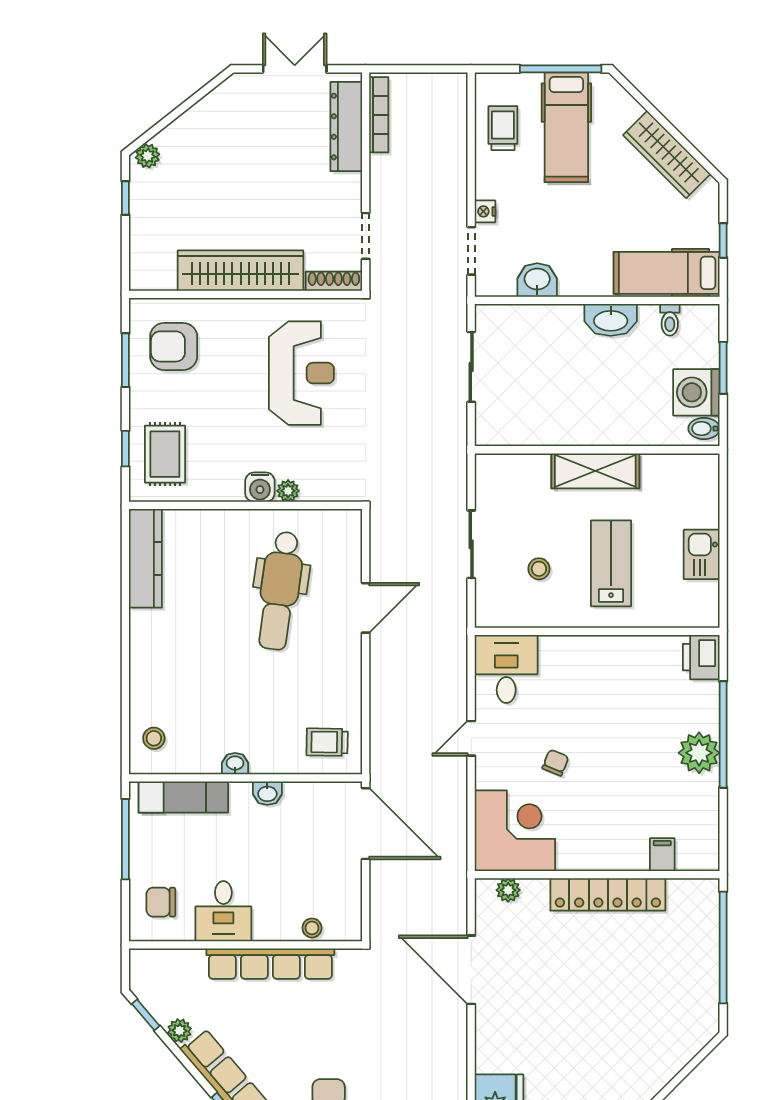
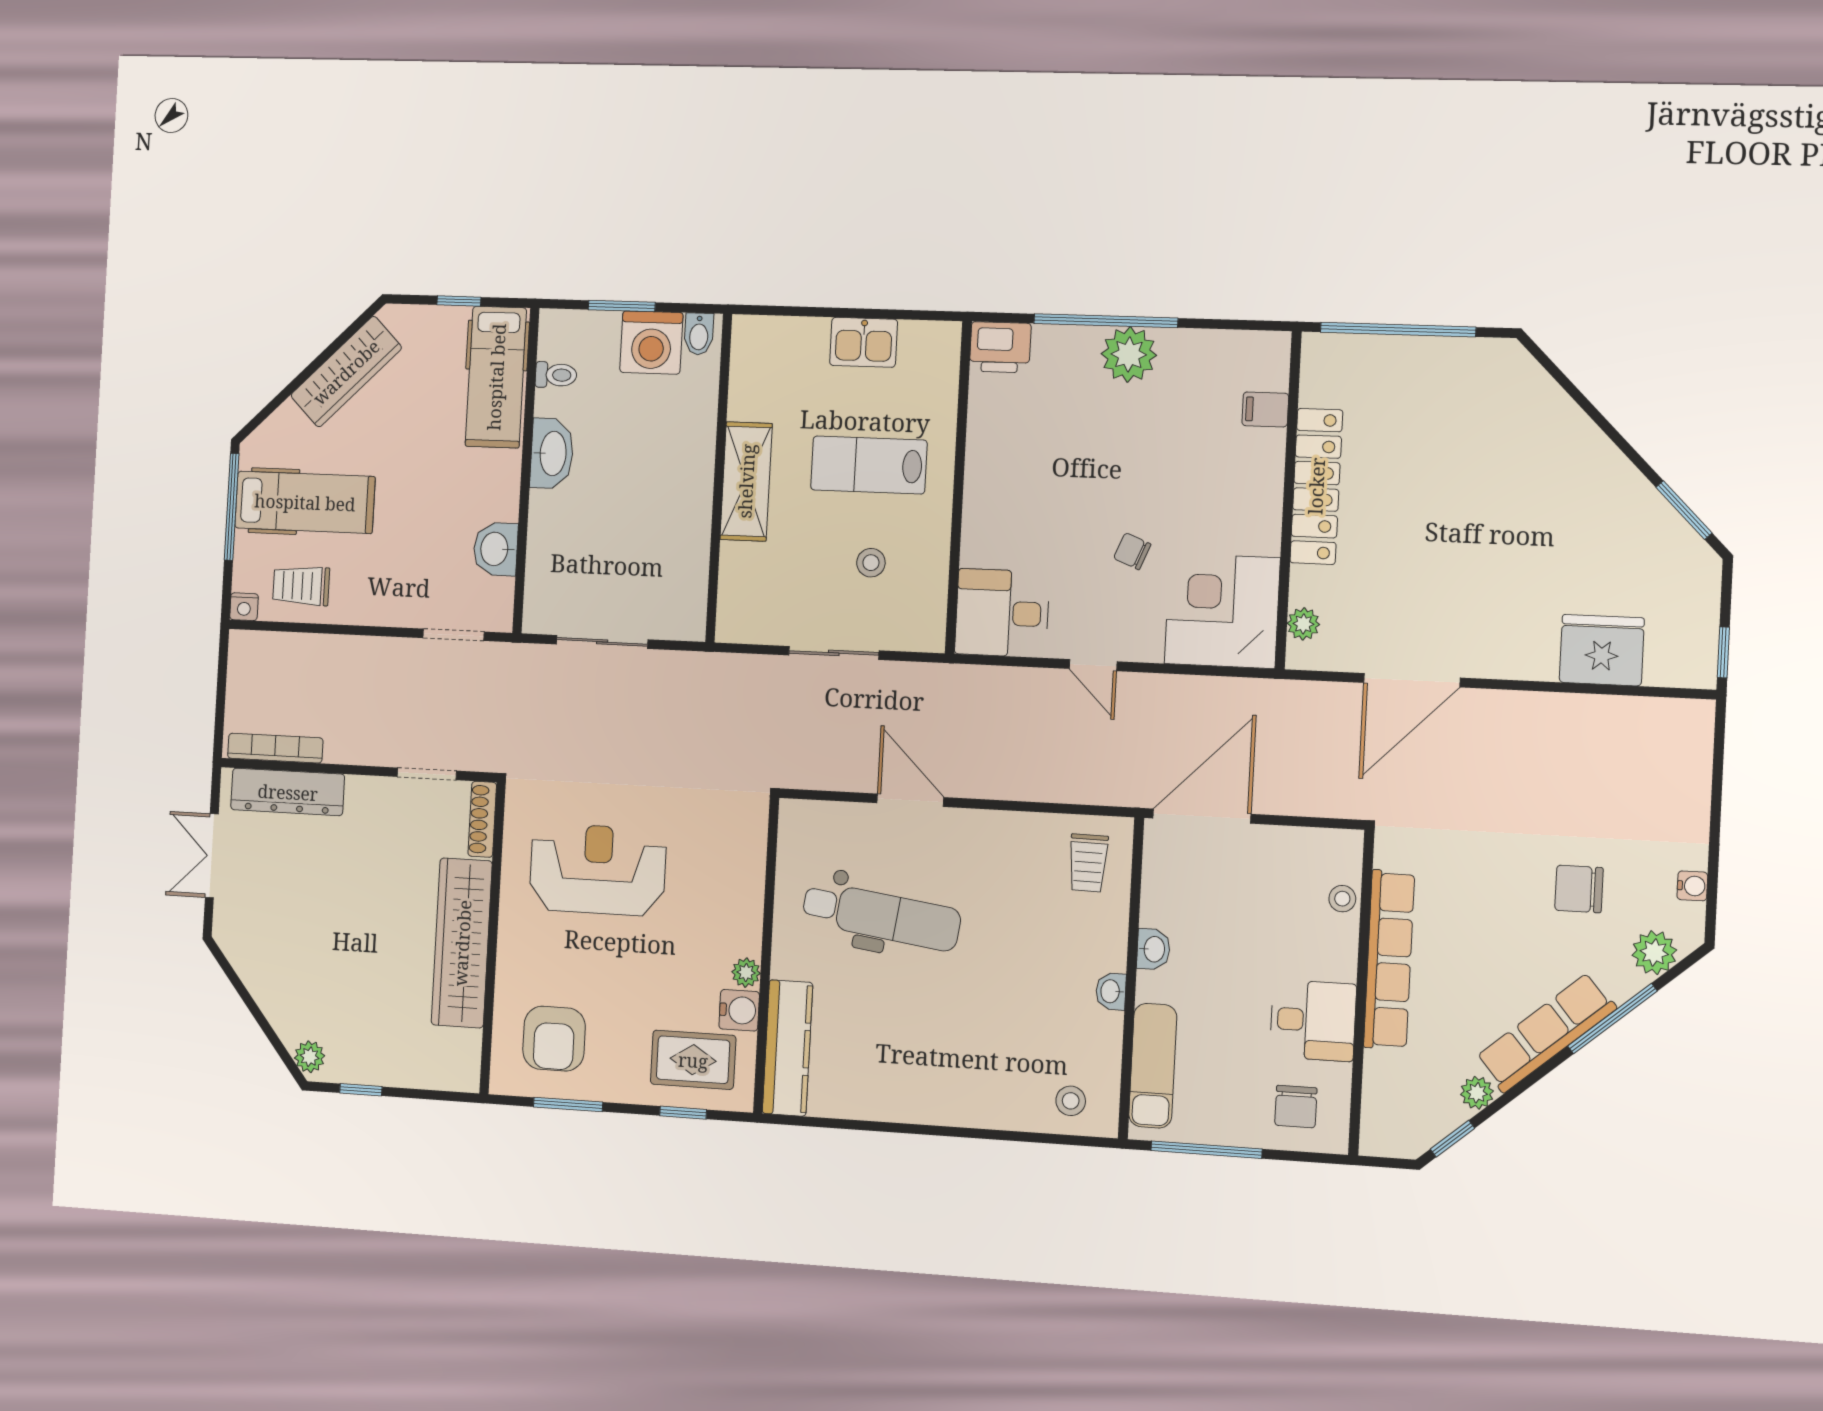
nightstand: (485, 211) -> (244, 607), moved
water cooler: (260, 487) -> (739, 1010), moved
plant: (288, 491) -> (746, 973), moved
kitchen counter: (145, 558) -> (788, 1048), moved, turned 90

